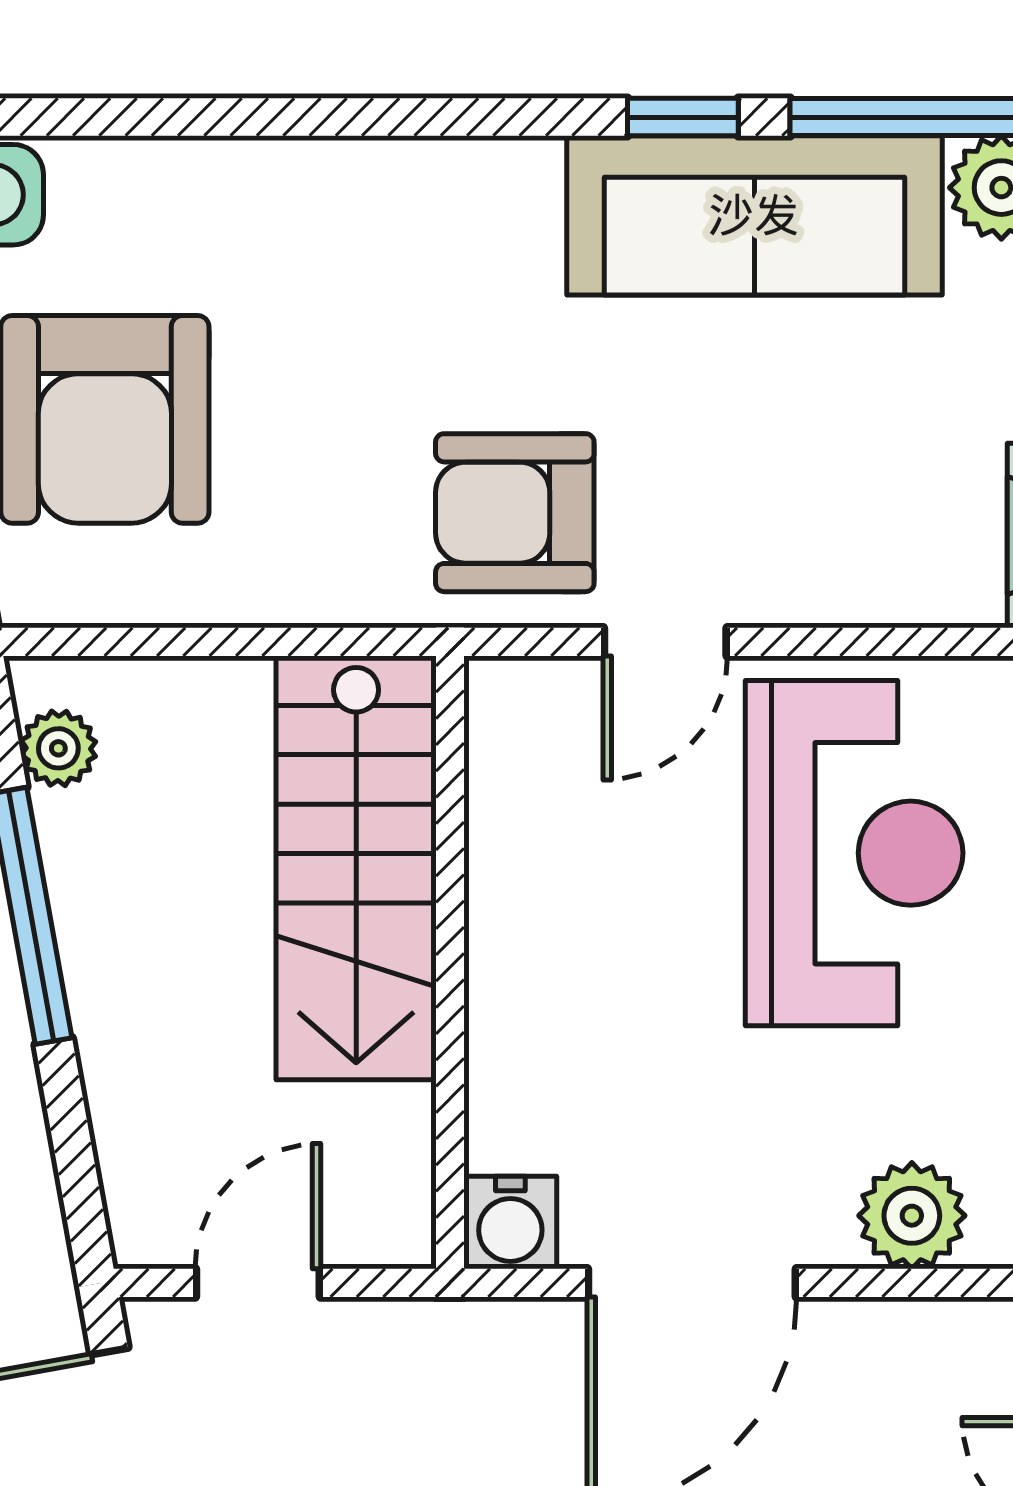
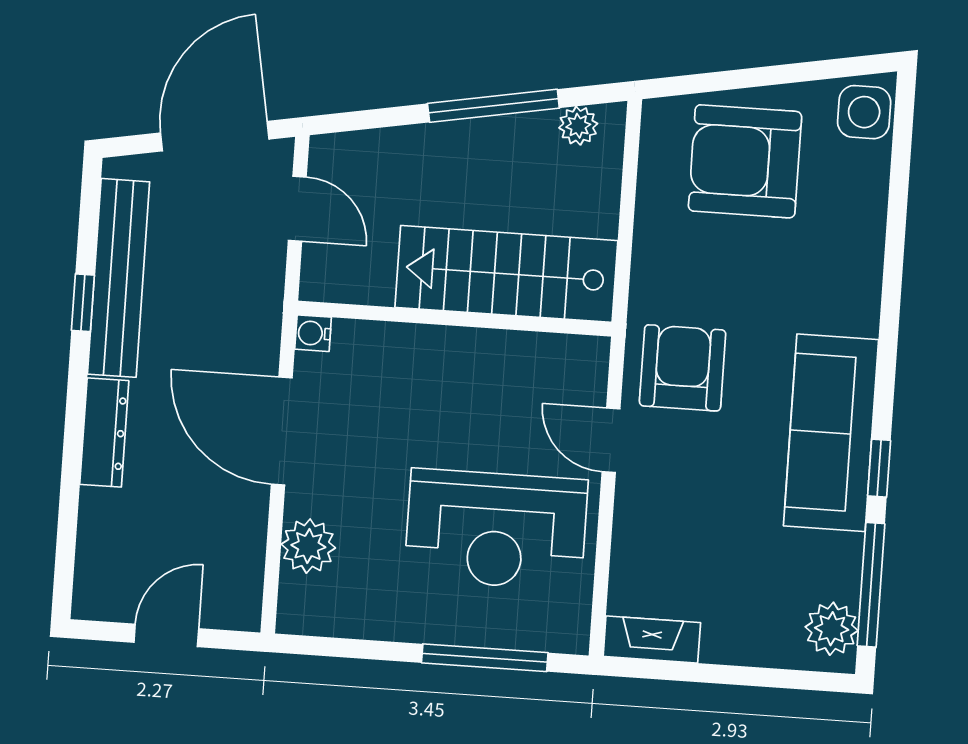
sofa: (754, 215) -> (831, 433), moved
water cooler: (510, 1223) -> (313, 333), width x0.72, depth x0.72

